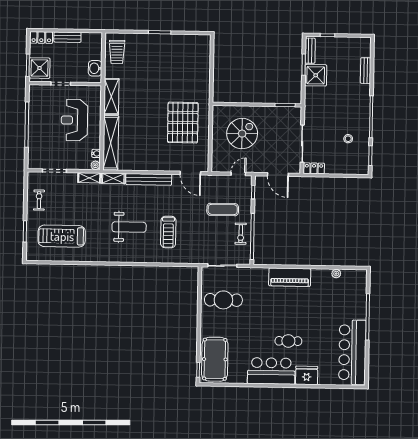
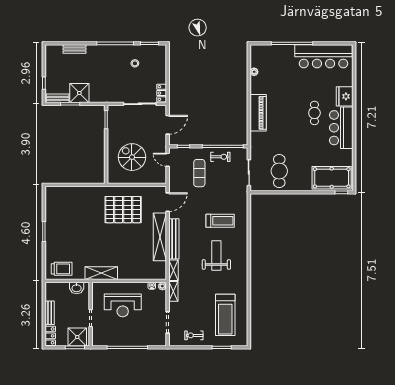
shelving: (111, 143) -> (160, 237), moved, turned 90

